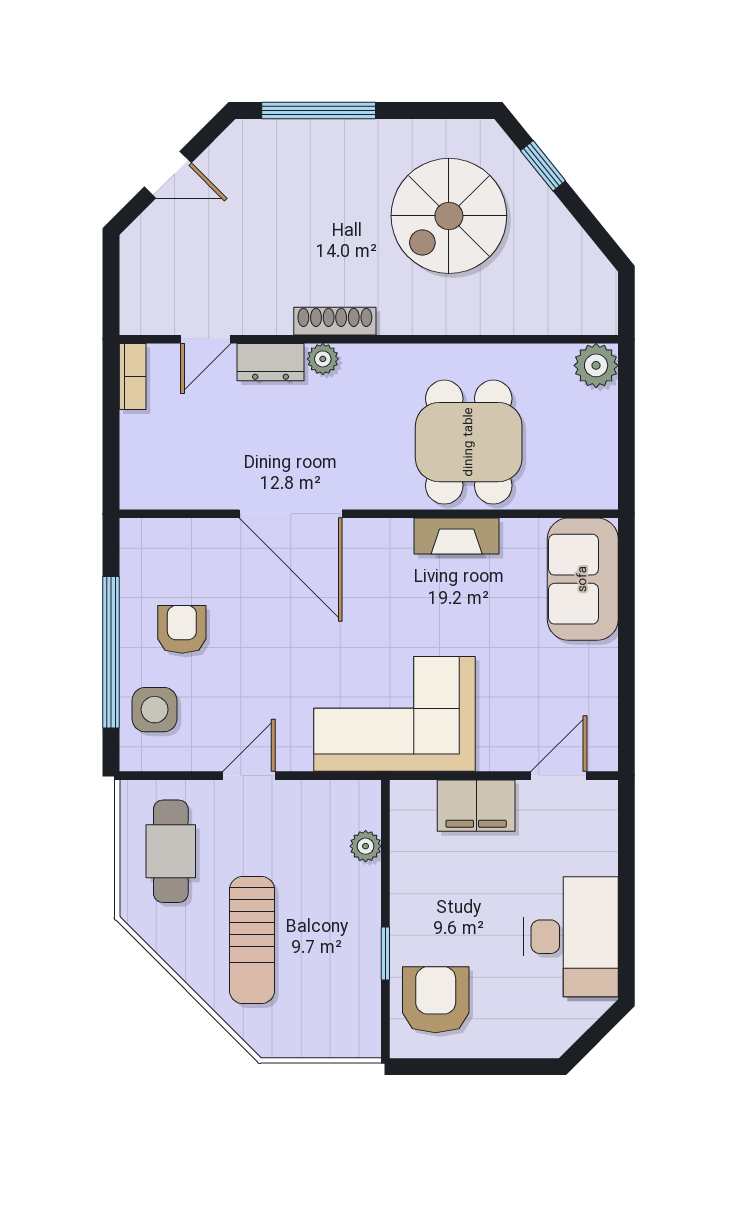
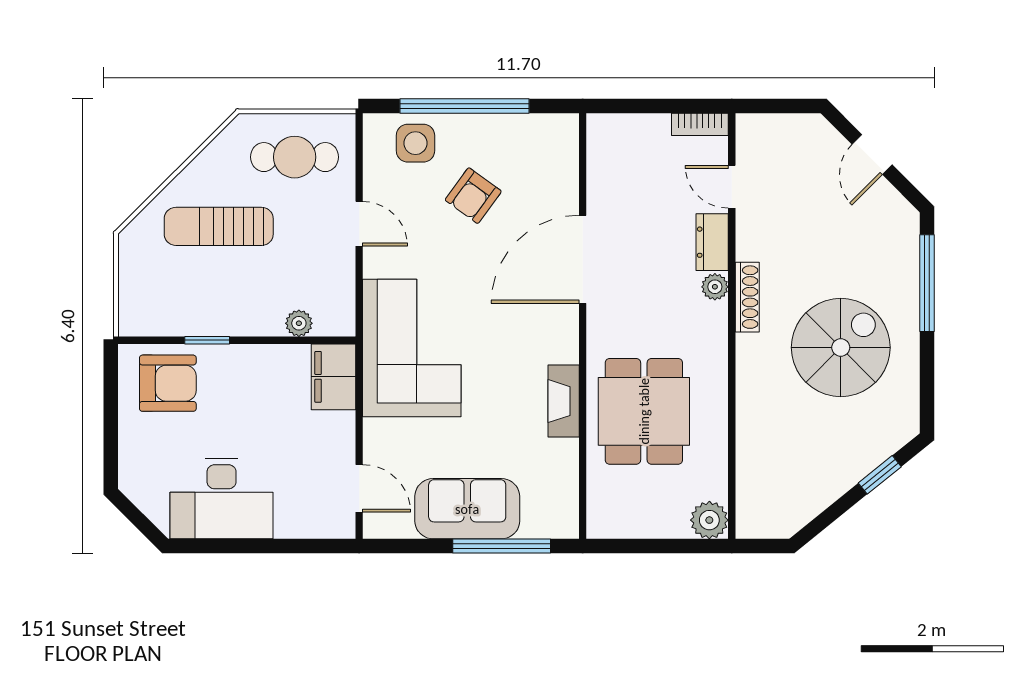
spiral stairs: (449, 216) -> (841, 347), moved, turned 90
dining table: (469, 442) -> (644, 411), turned 90
sofa: (583, 579) -> (467, 509), moved
window: (626, 609) -> (502, 546), added
armchair: (182, 629) -> (473, 196), moved, turned 126
filing cabinet: (476, 806) -> (333, 377), moved

